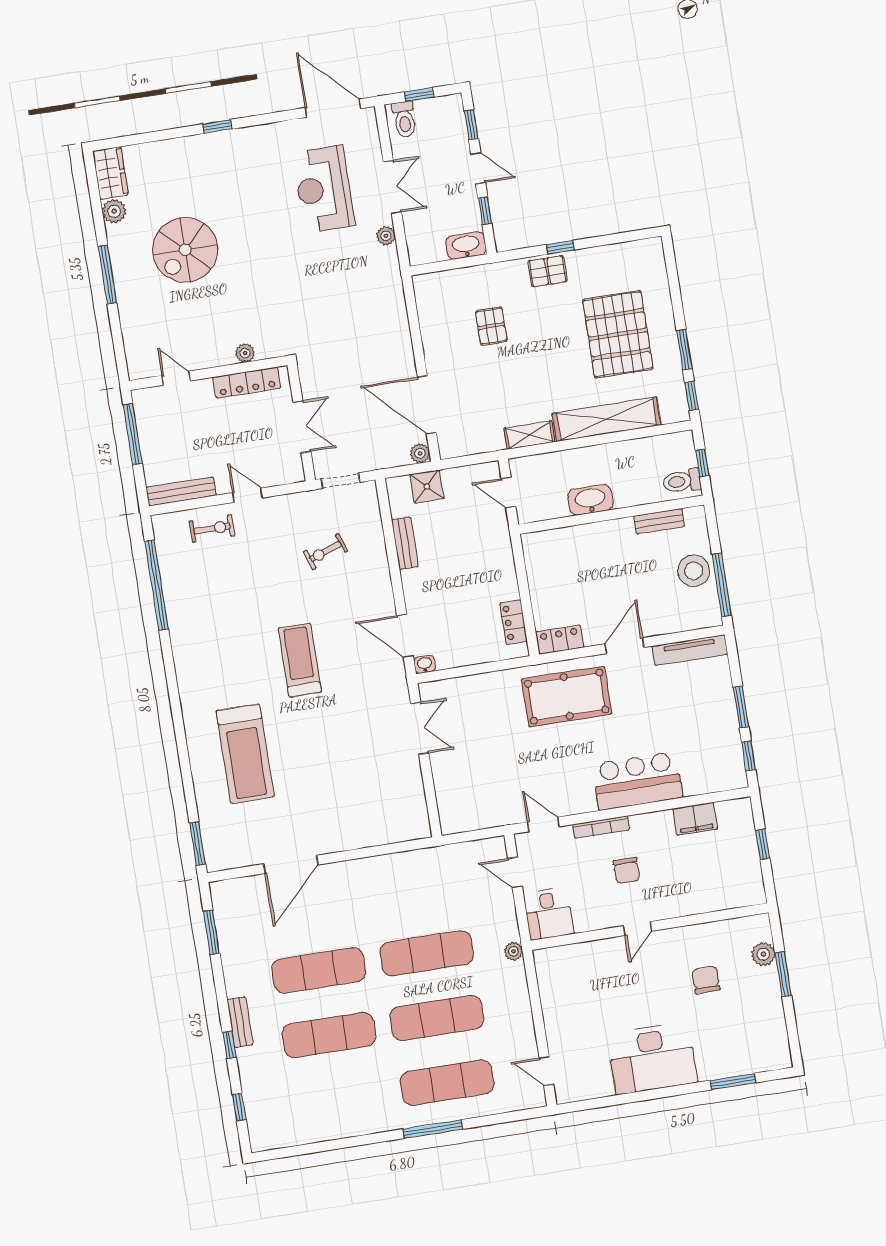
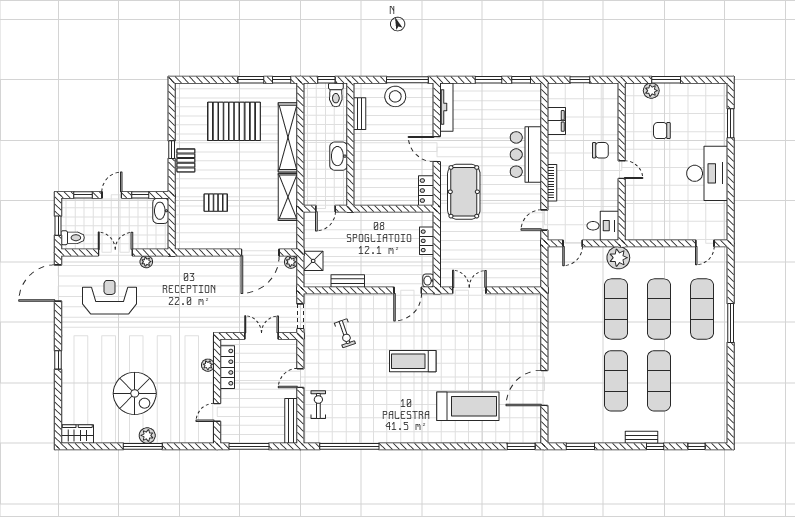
reception desk: (324, 189) -> (110, 297), turned 180
plant: (114, 211) -> (147, 435), moved
shelving: (529, 435) -> (288, 197), width x1.50, depth x1.33
locker: (514, 622) -> (427, 241), moved, turned 90
door: (291, 864) -> (544, 388), swing flipped
chair: (627, 870) -> (600, 150), moved
plant: (513, 951) -> (618, 258), width x1.88, depth x1.88

